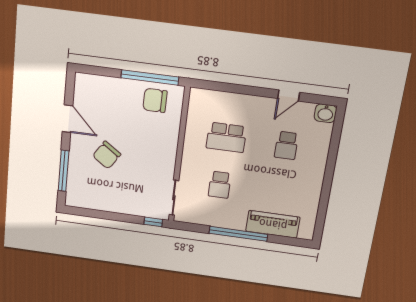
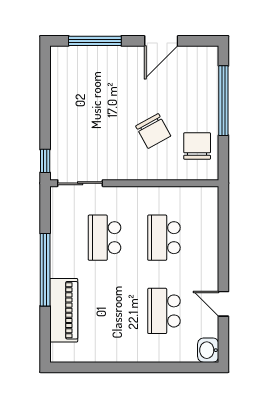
window: (150, 77) -> (223, 101), moved
school desk: (286, 145) -> (164, 311), width x1.85
chair: (107, 155) -> (153, 131), moved, turned -153
school desk: (220, 185) -> (104, 238), width x1.85

